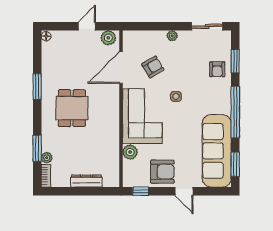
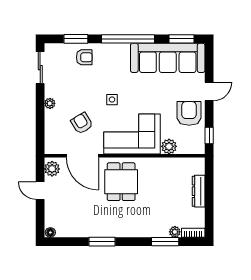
dining table: (72, 108) -> (121, 182), moved, turned 90

